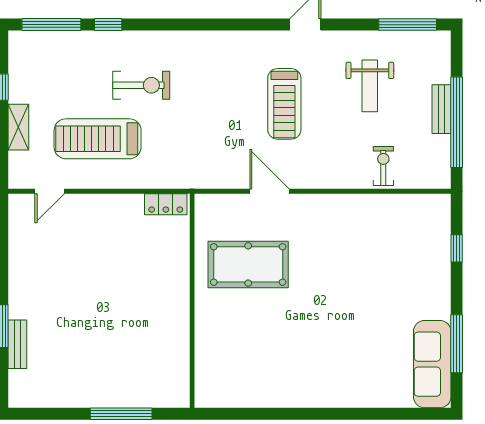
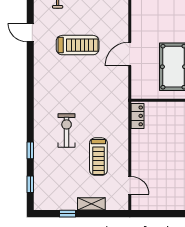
window: (51, 25) -> (30, 184), width x0.46
treadmill: (98, 139) -> (98, 157), width x0.73, depth x0.73

